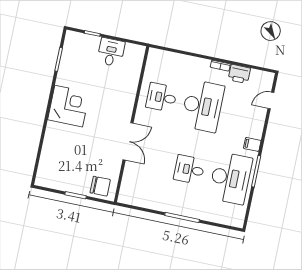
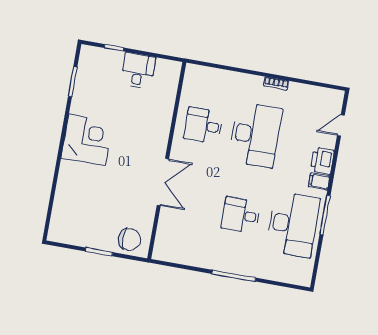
printer: (239, 74) -> (322, 161), moved, turned 90

